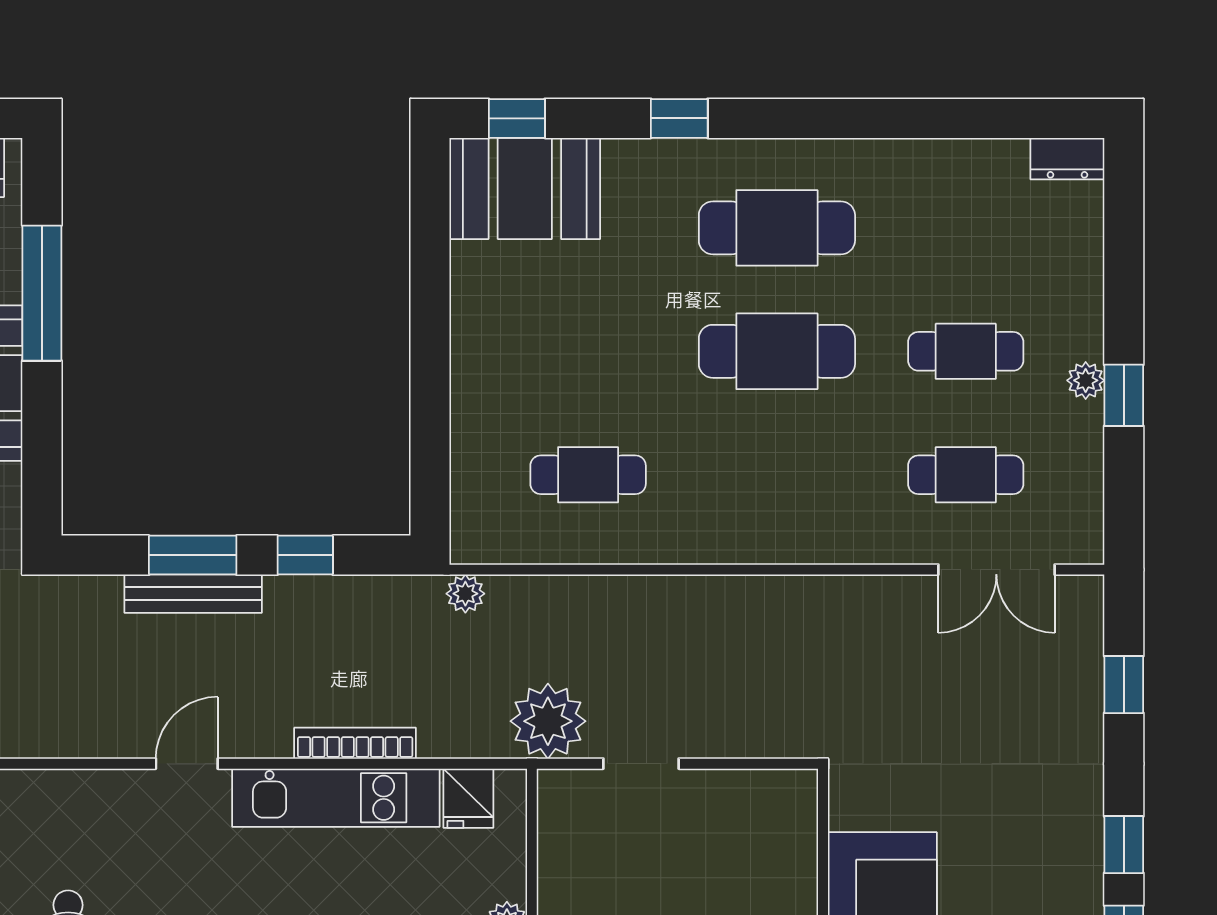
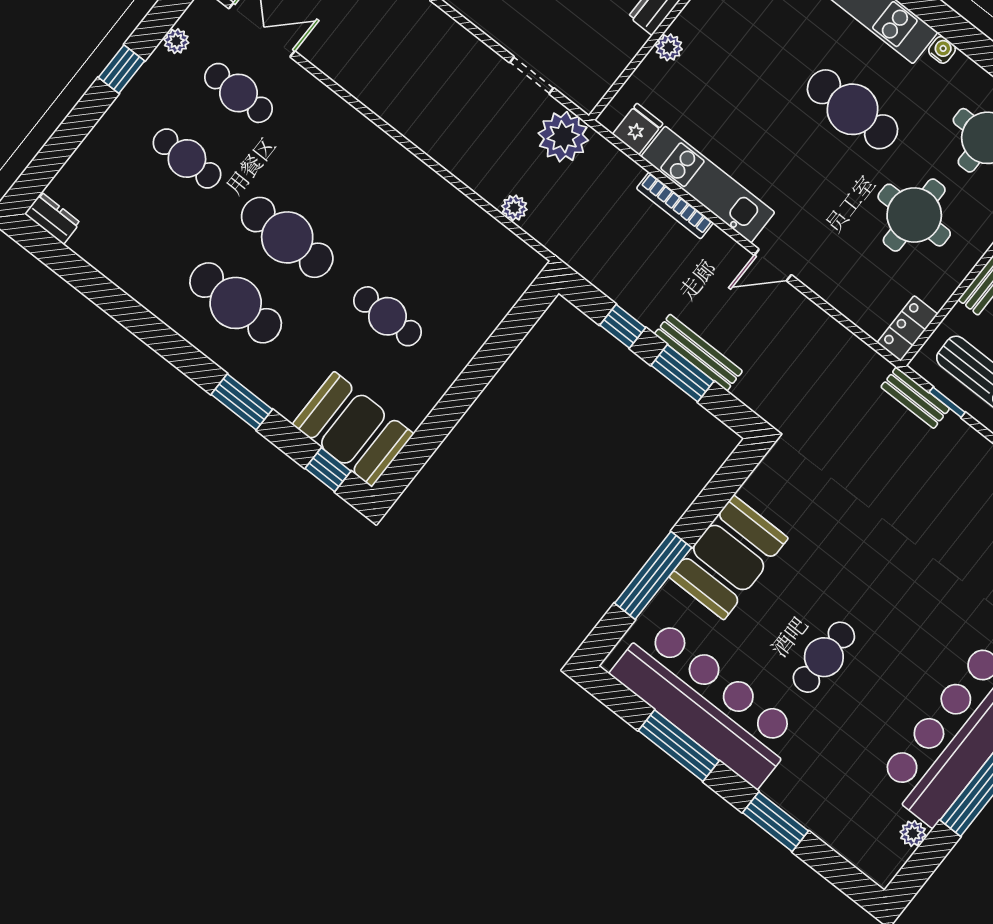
window: (679, 118) -> (242, 402), width x1.50
plant: (1086, 380) -> (176, 41), moved
cafe table: (588, 475) -> (387, 316), moved
plant: (465, 594) -> (514, 208), moved

